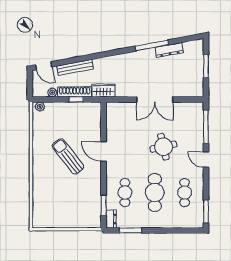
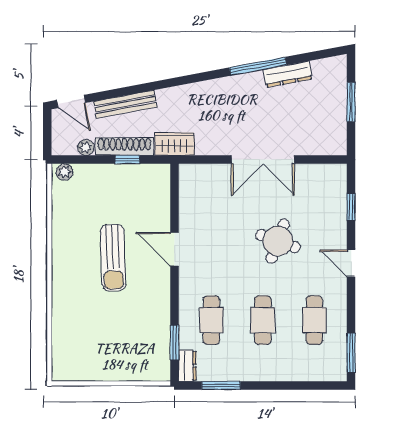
window: (206, 127) -> (351, 207), width x0.46
round table: (163, 147) -> (278, 241), turned 33
sun lounger: (68, 156) -> (113, 258), turned -144
cafe table: (155, 193) -> (263, 320), width x0.73, depth x0.74

